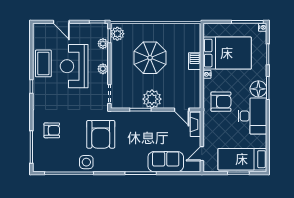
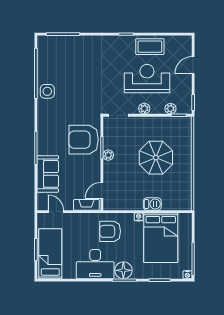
plant: (117, 34) -> (181, 124), removed
plant: (152, 99) -> (108, 155), width x0.53, depth x0.53
armchair: (221, 102) -> (110, 231), turned 90
armchair: (52, 130) -> (80, 55), removed
armchair: (101, 134) -> (84, 140), moved

